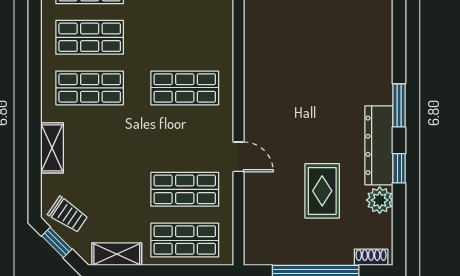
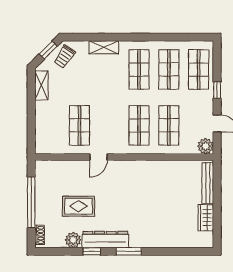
shop shelf: (185, 240) -> (169, 125), moved

